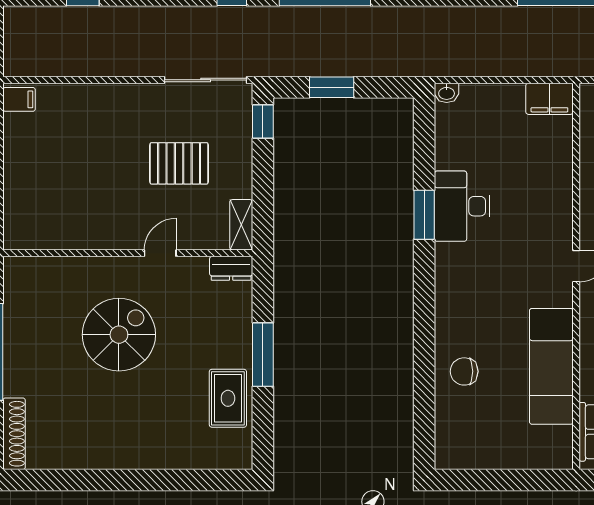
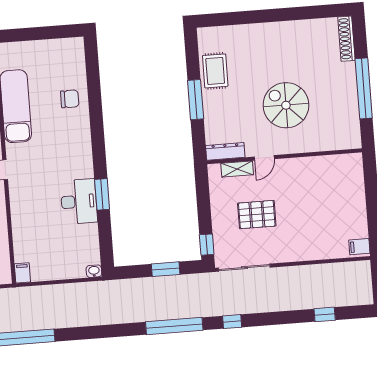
filing cabinet: (549, 99) -> (22, 273), width x0.50
shelving: (241, 225) -> (237, 169), moved, turned 90
dresser: (231, 268) -> (225, 151), width x1.44
spiral stairs: (119, 335) -> (286, 105), turned 90

